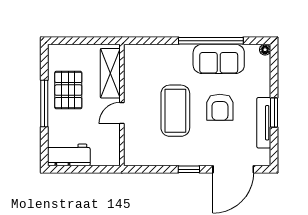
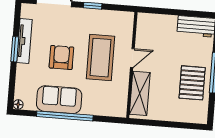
shelving: (110, 73) -> (140, 93), moved
wall: (122, 105) -> (132, 65), moved
door: (122, 113) -> (132, 58), moved

